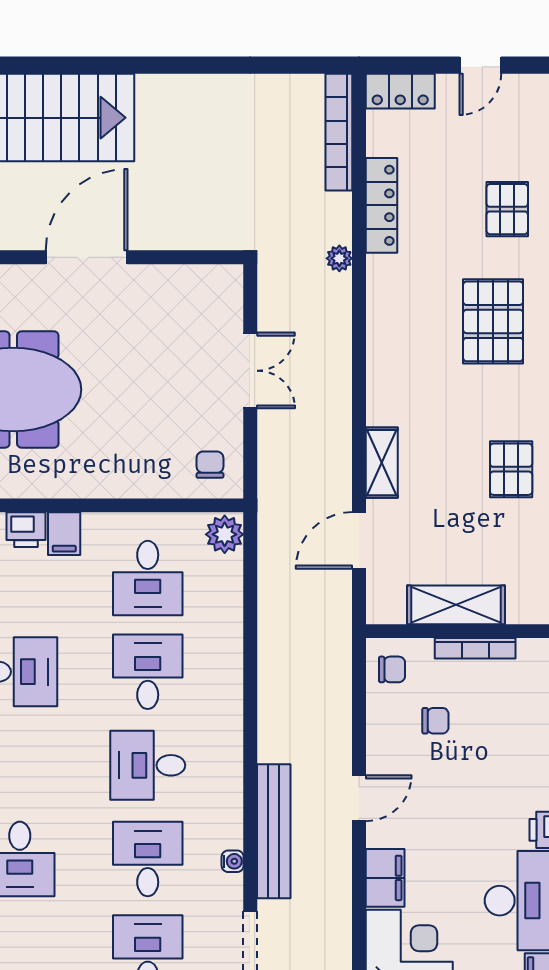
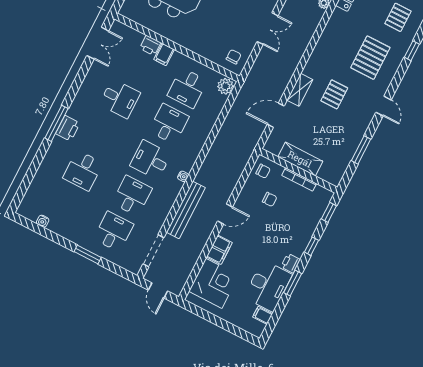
pallet: (511, 469) -> (334, 94), moved
water cooler: (233, 861) -> (183, 176), moved

